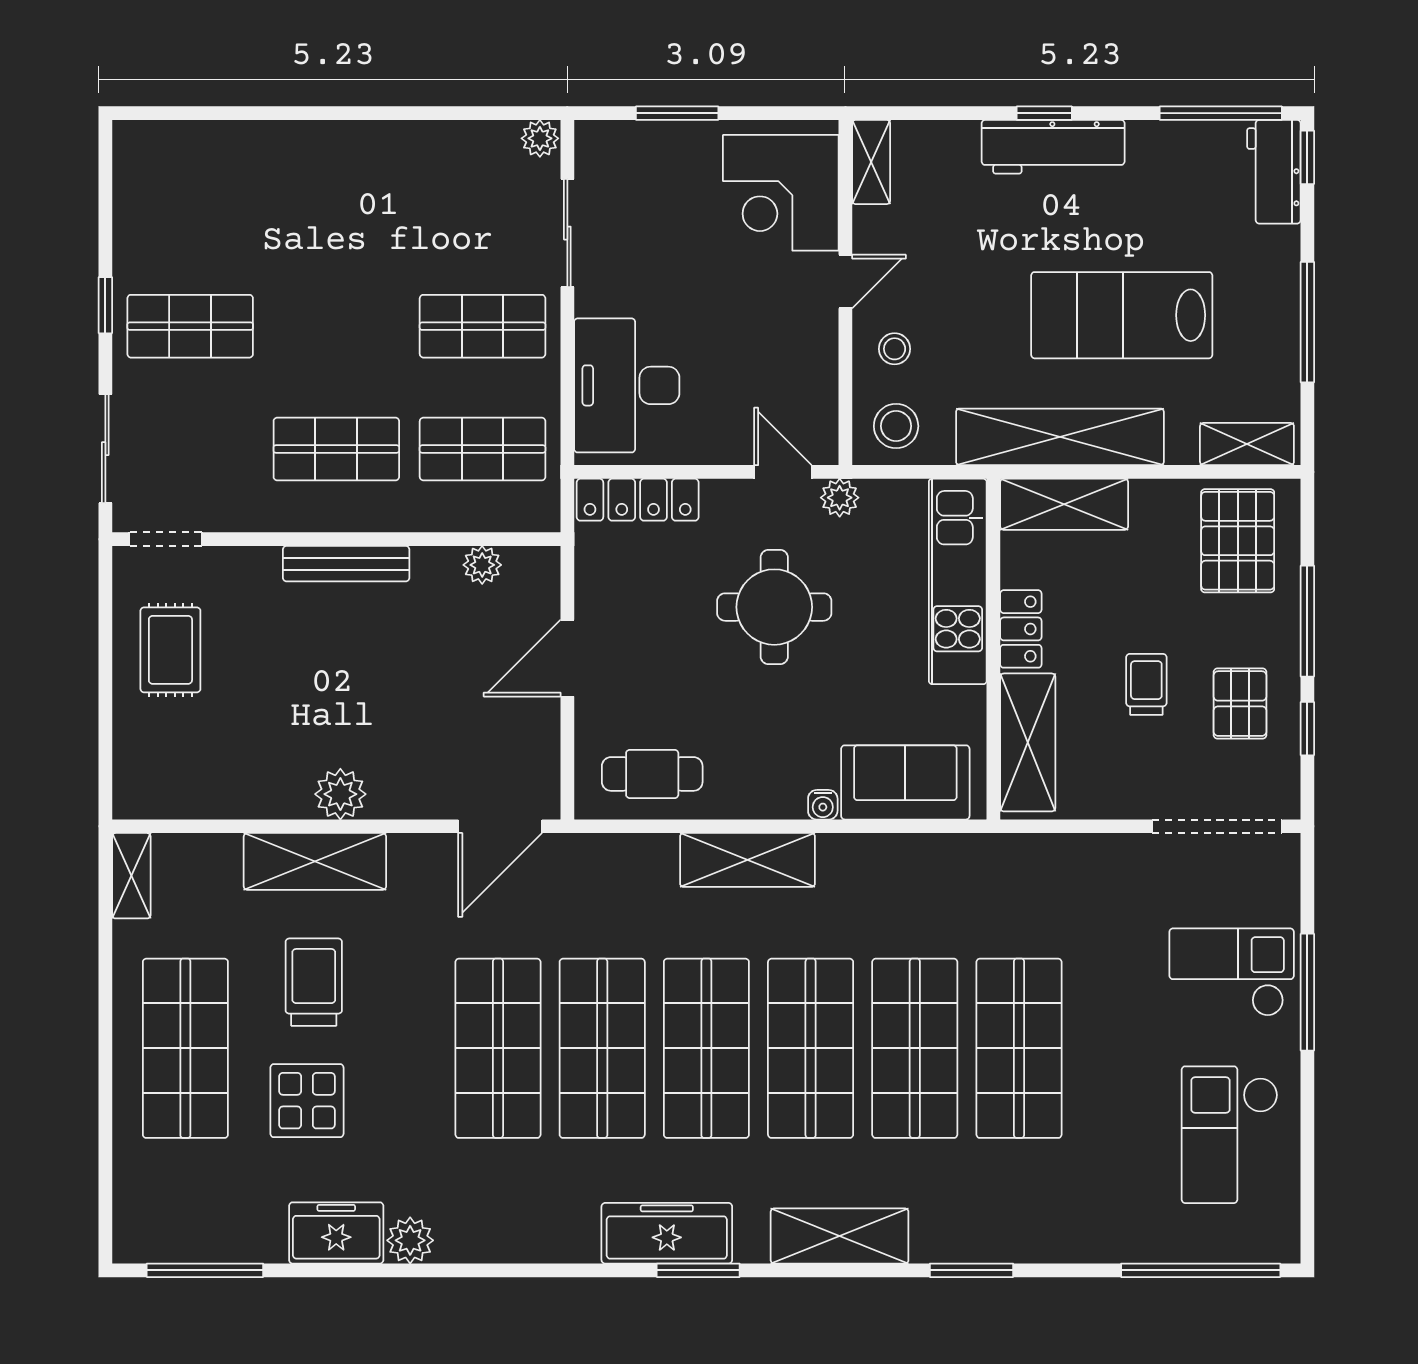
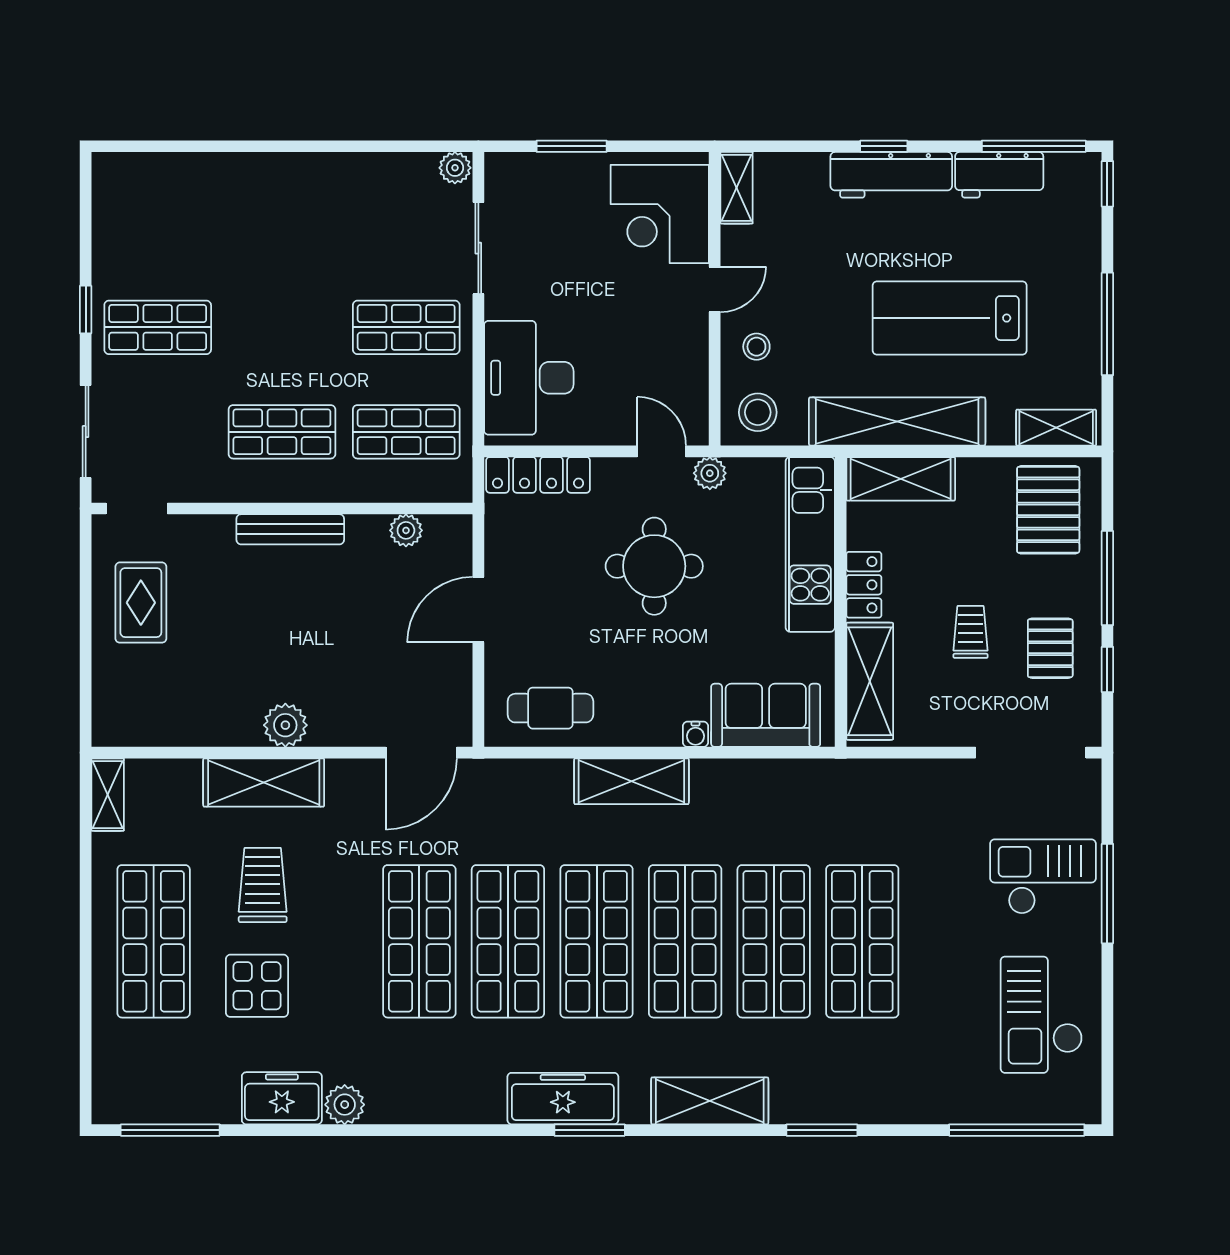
workbench: (1274, 172) -> (999, 175), moved, turned -90

